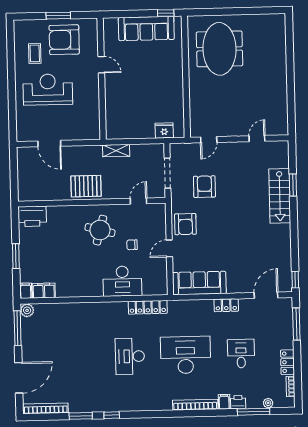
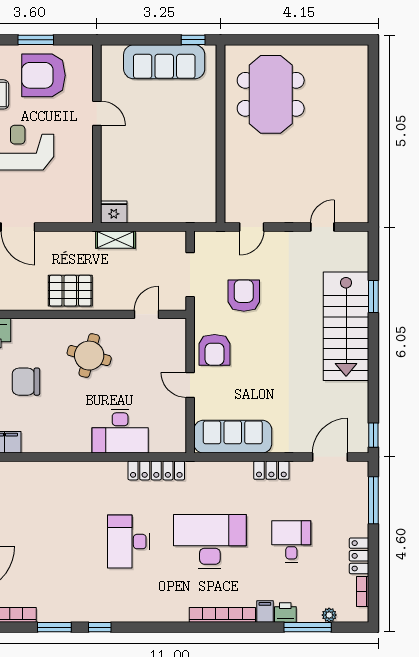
fridge: (164, 131) -> (114, 212), moved
stairs: (280, 196) -> (346, 326), width x1.36, depth x1.51
chair: (132, 245) -> (26, 382), moved, width x1.87, depth x1.87
door: (169, 248) -> (190, 385), hinge flipped

